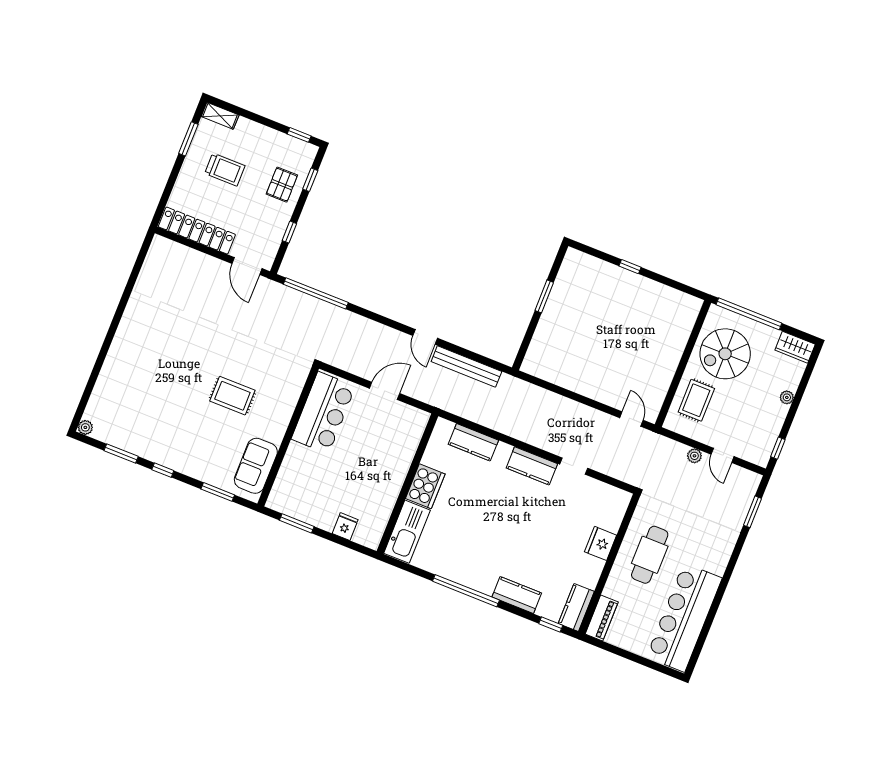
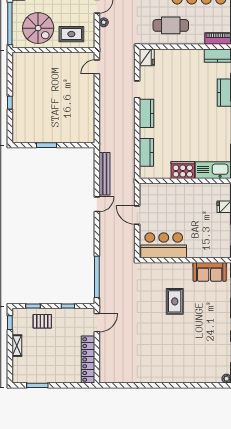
shelving: (220, 116) -> (17, 346), moved
trolley: (225, 170) -> (47, 357), removed
fridge: (601, 543) -> (147, 57), moved, turned -90

